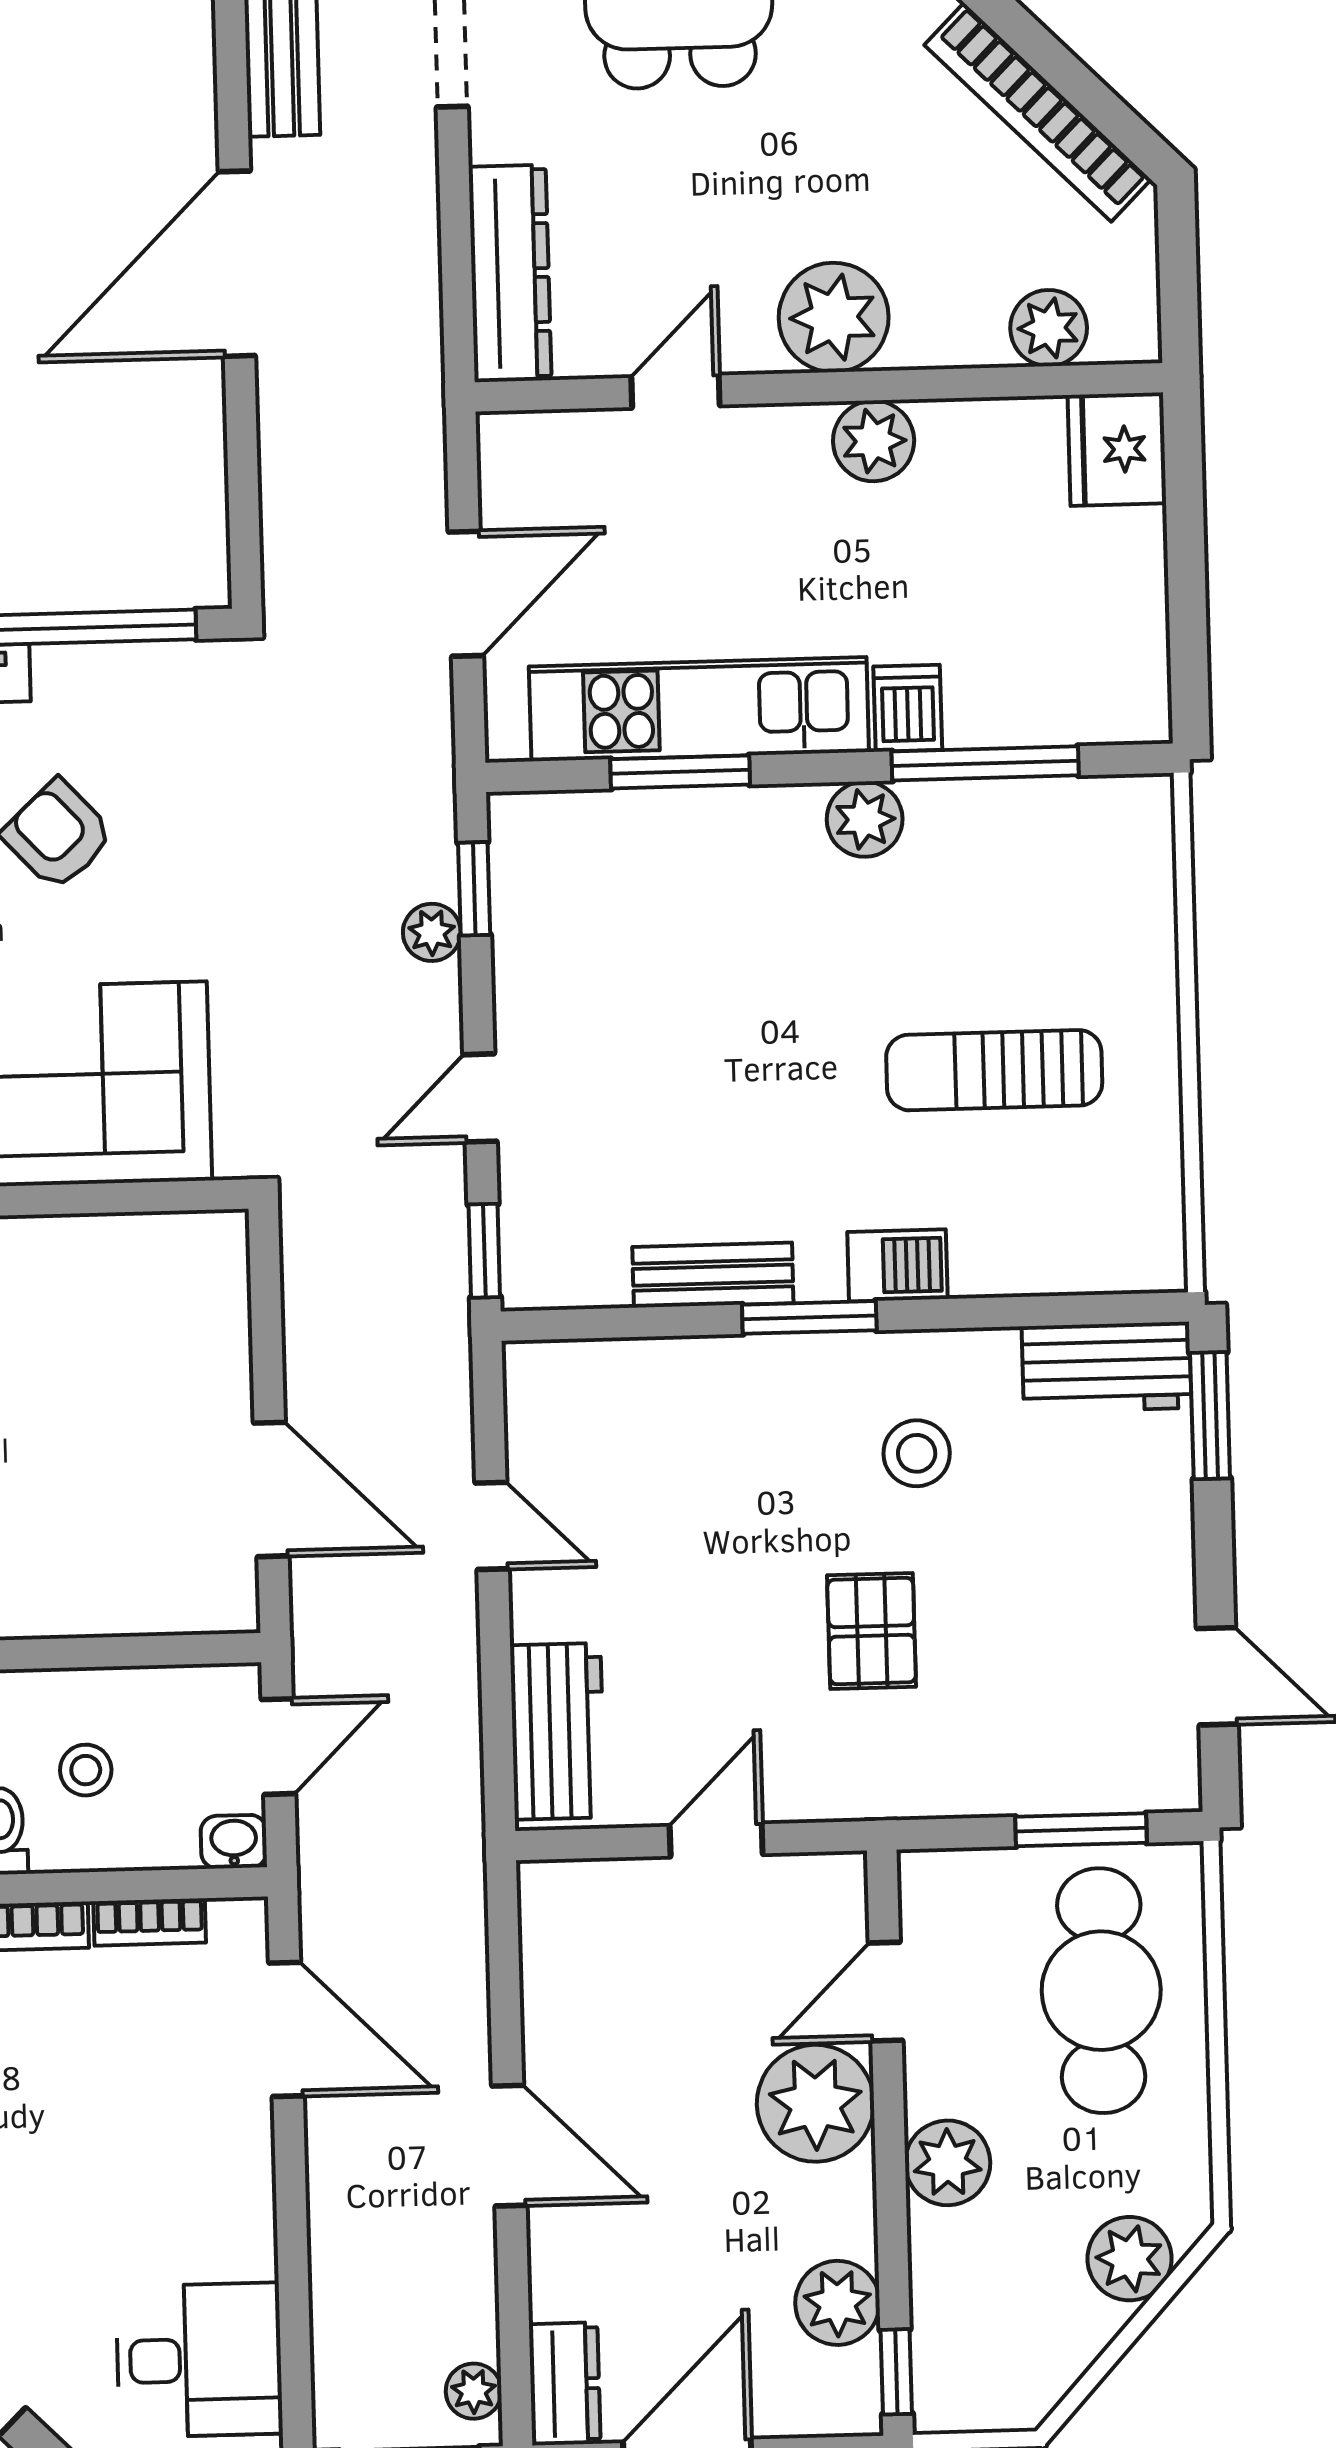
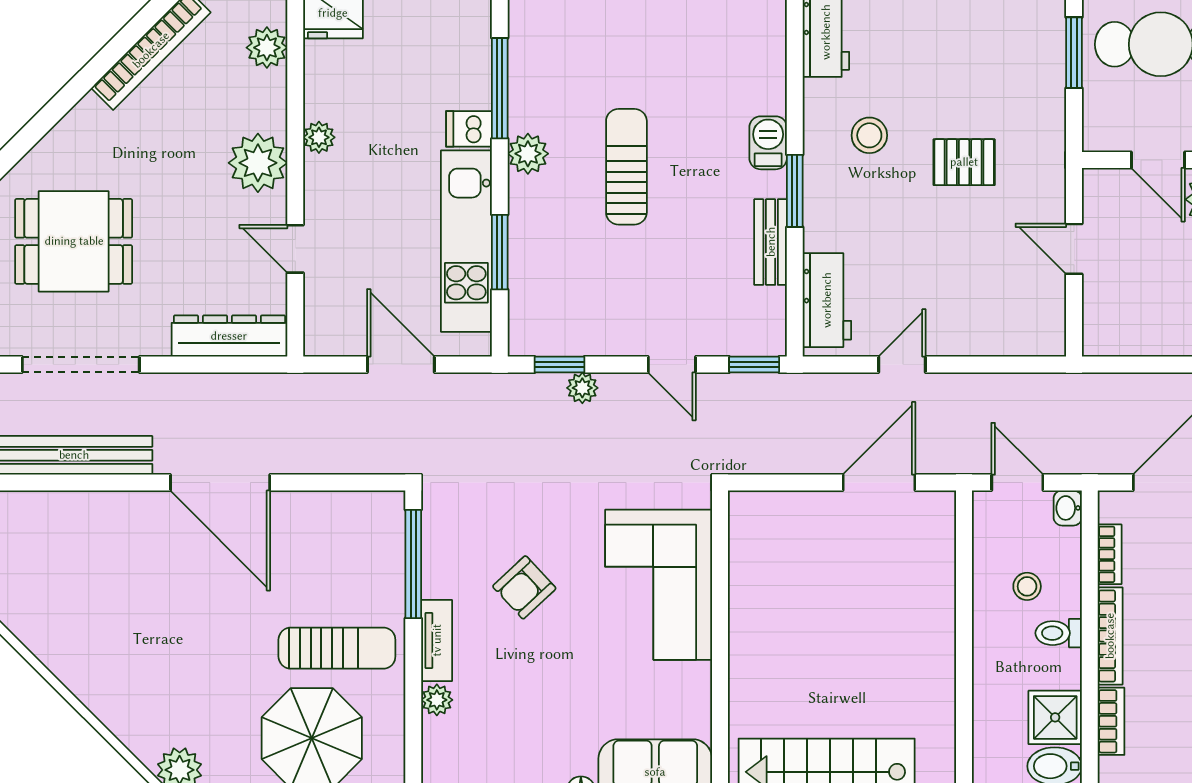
plant: (874, 441) -> (319, 137), width x0.73, depth x0.73
sun lounger: (994, 1070) -> (626, 167), moved, turned 180
workbench: (557, 1731) -> (827, 300), moved, turned 90

